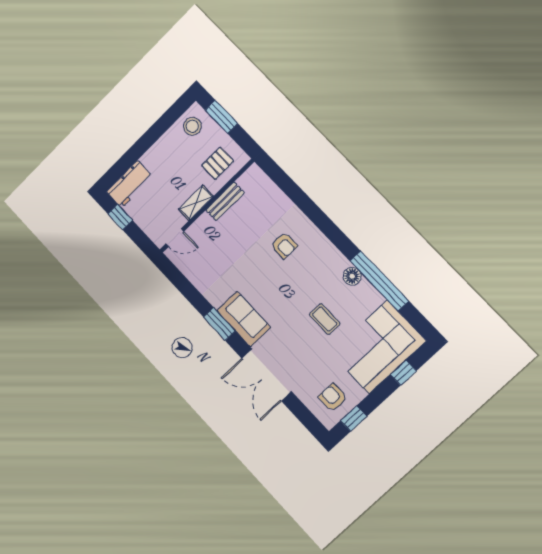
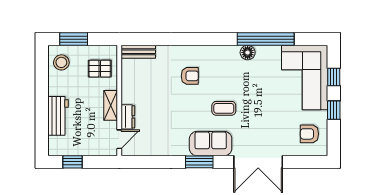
pallet: (218, 163) -> (100, 69), turned 90
workbench: (130, 184) -> (58, 116), moved
bench: (225, 201) -> (138, 52), moved, turned 90
dresser: (200, 227) -> (128, 117), added
coffee table: (325, 319) -> (224, 108), moved
window: (354, 418) -> (334, 110), moved

